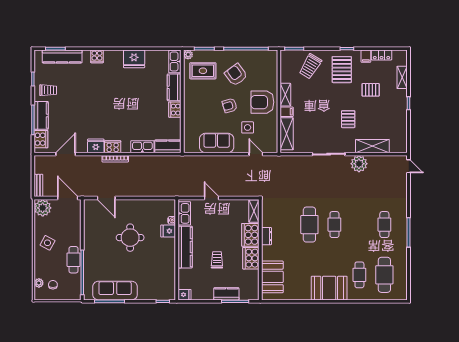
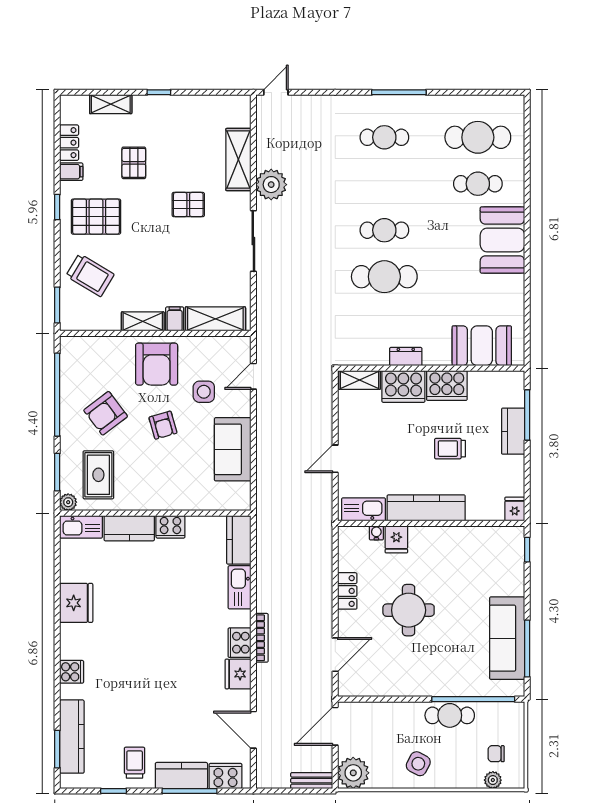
locker: (140, 205) -> (347, 591), added

